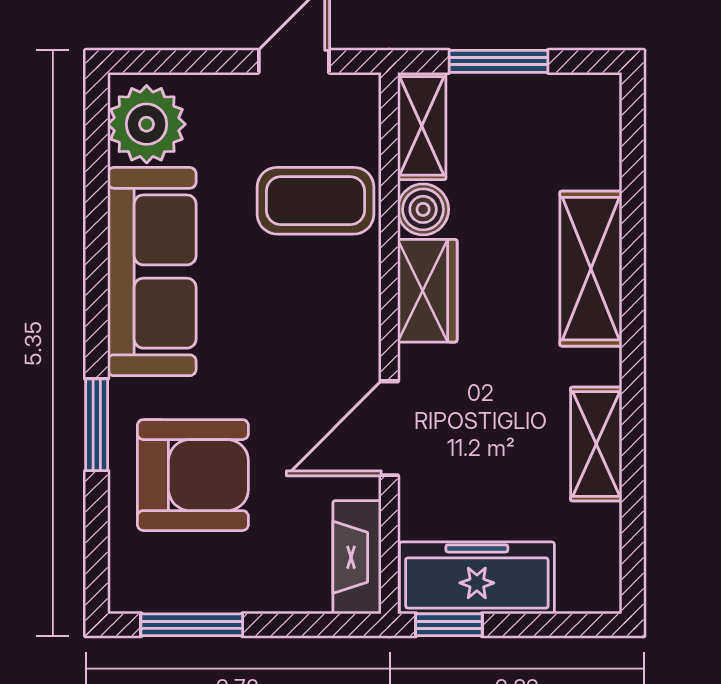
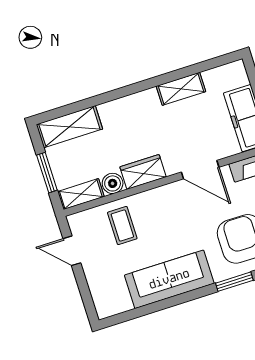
plant: (147, 124) -> (114, 299), removed
coffee table: (315, 201) -> (122, 226), width x0.73, depth x0.77
shelving: (591, 269) -> (69, 127), moved

